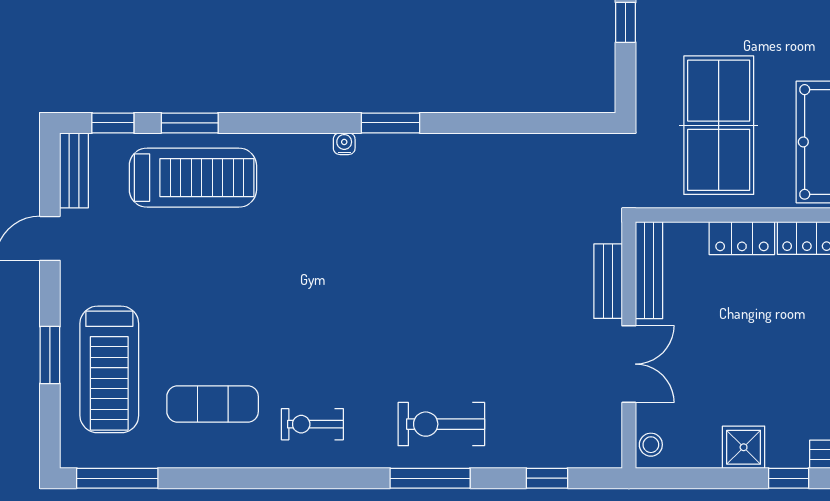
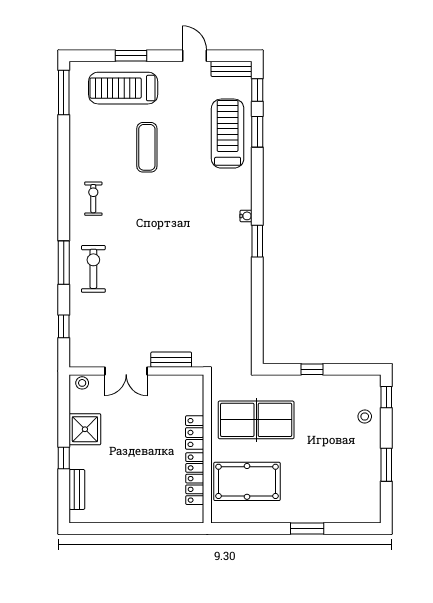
treadmill: (193, 178) -> (228, 134), turned 180
bench: (649, 270) -> (177, 382), removed
exercise mat: (213, 404) -> (147, 147), moved
shower: (744, 447) -> (85, 429), width x1.36, depth x1.36

